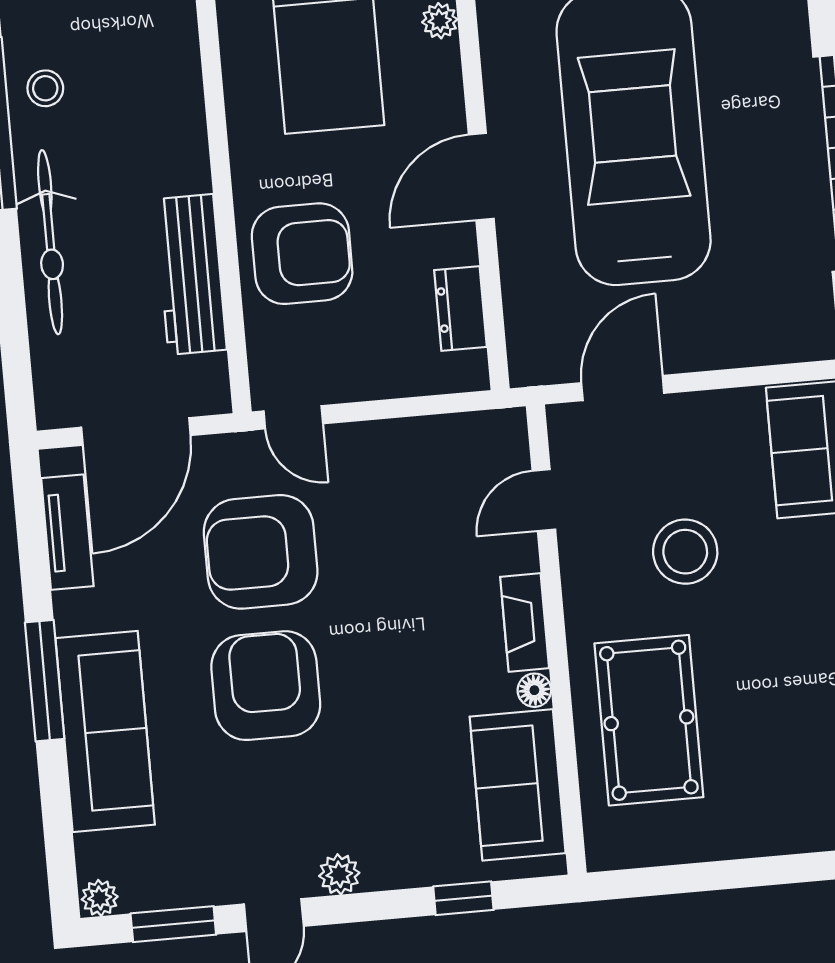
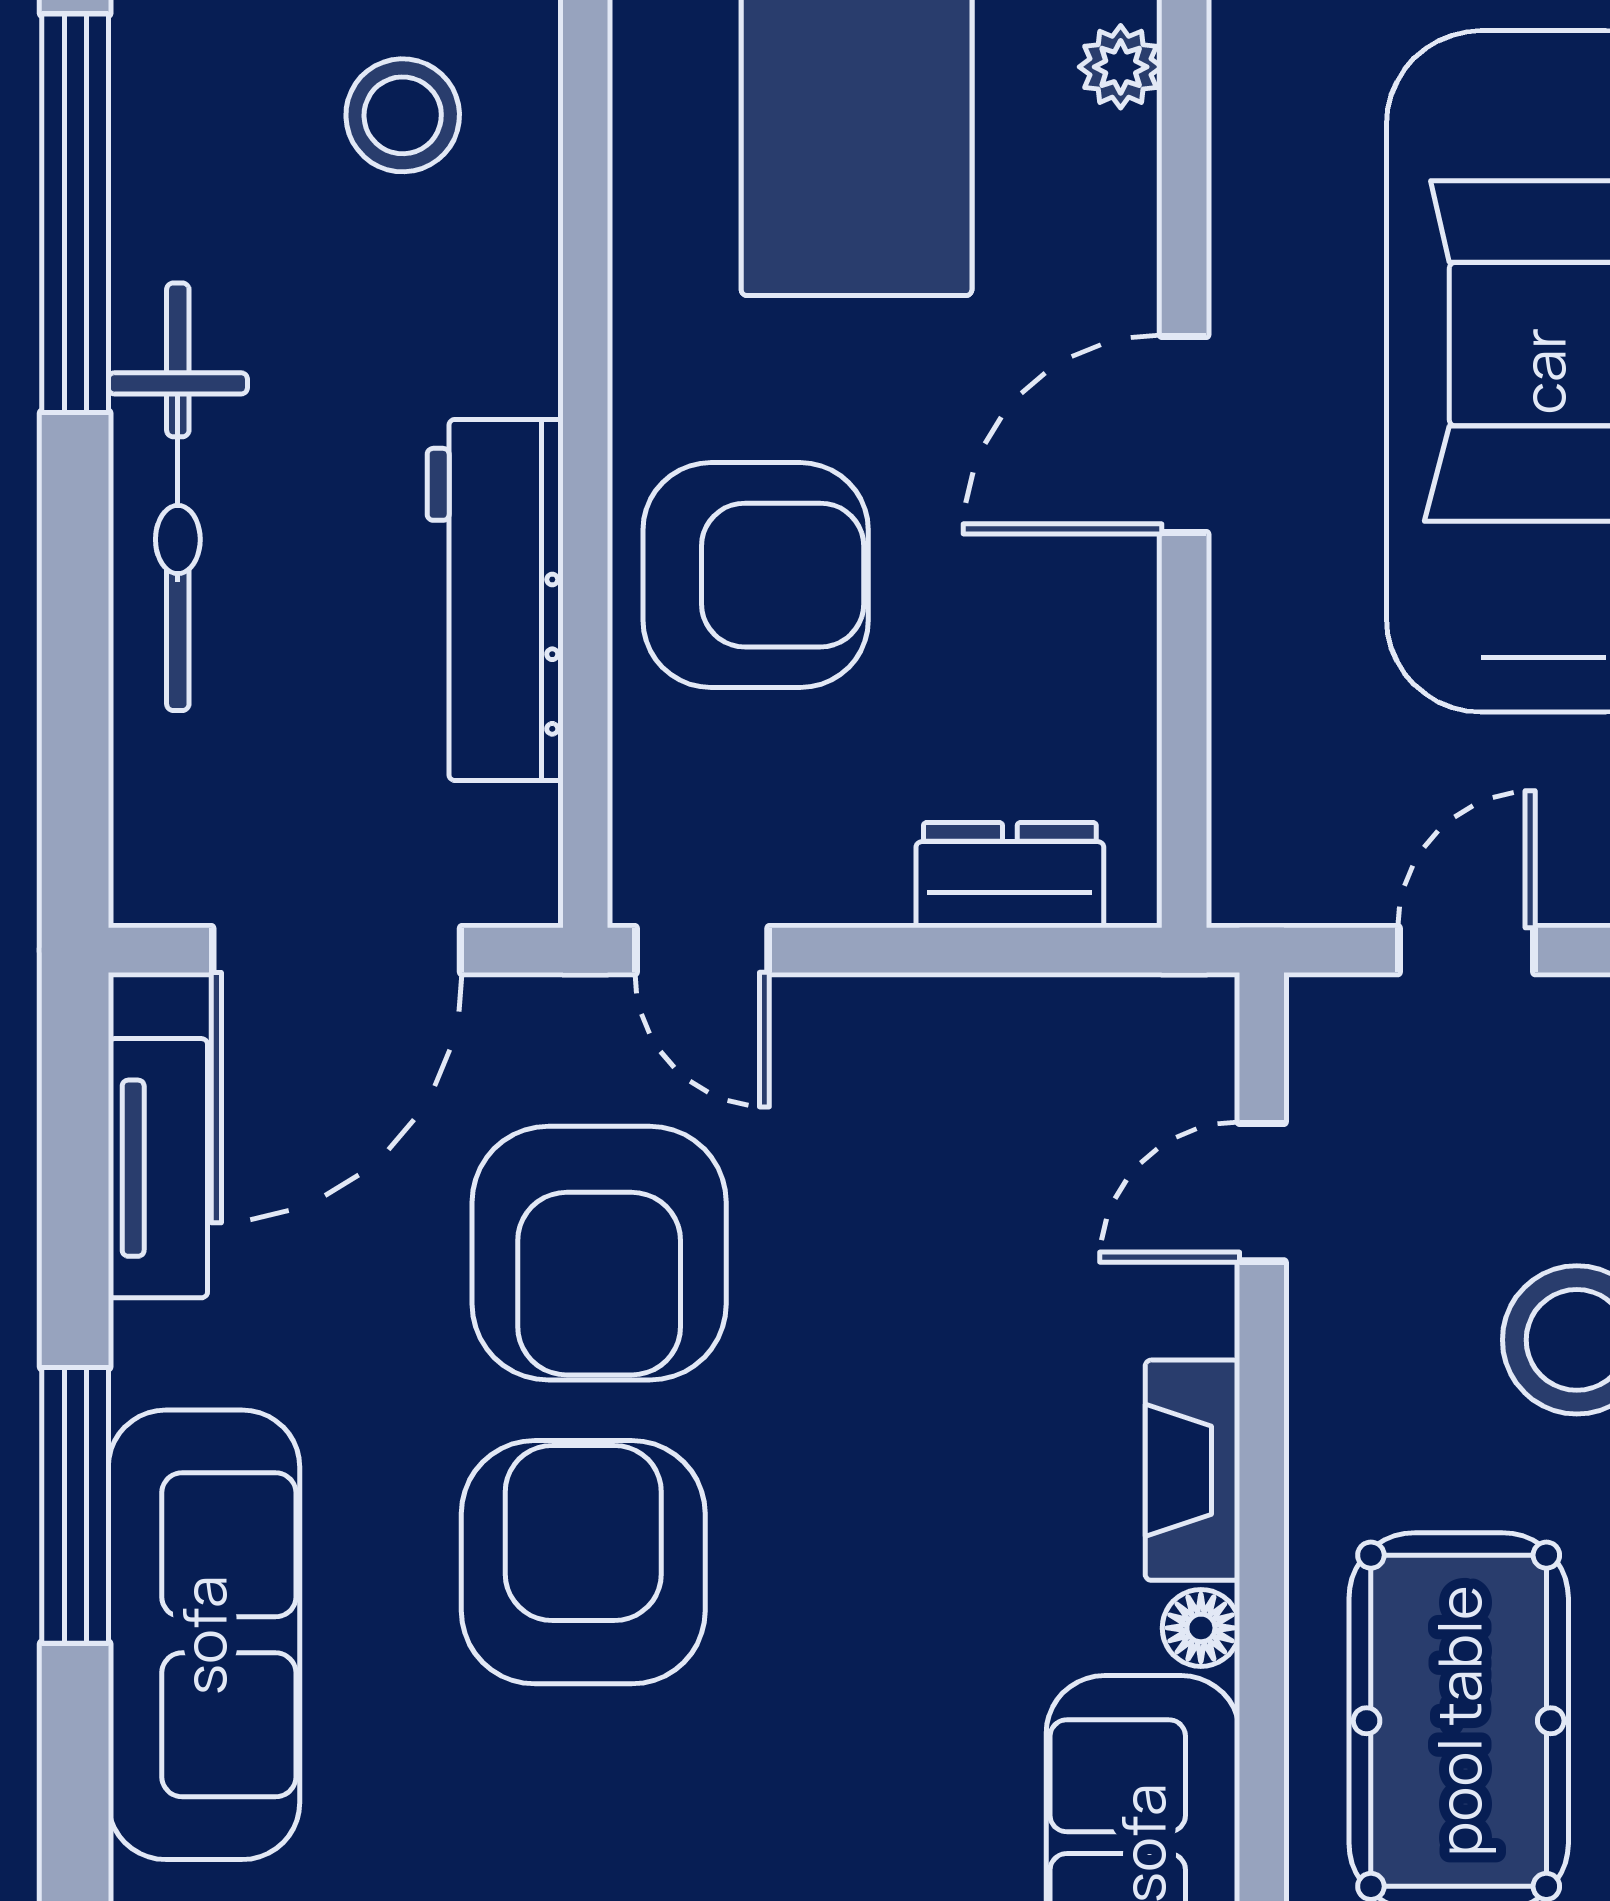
stool: (45, 88) -> (403, 115), moved, width x1.37, depth x1.37
dresser: (460, 308) -> (1010, 875), moved, turned 90
door: (623, 388) -> (1467, 950), width x0.73
armchair: (261, 552) -> (599, 1253), turned -90

